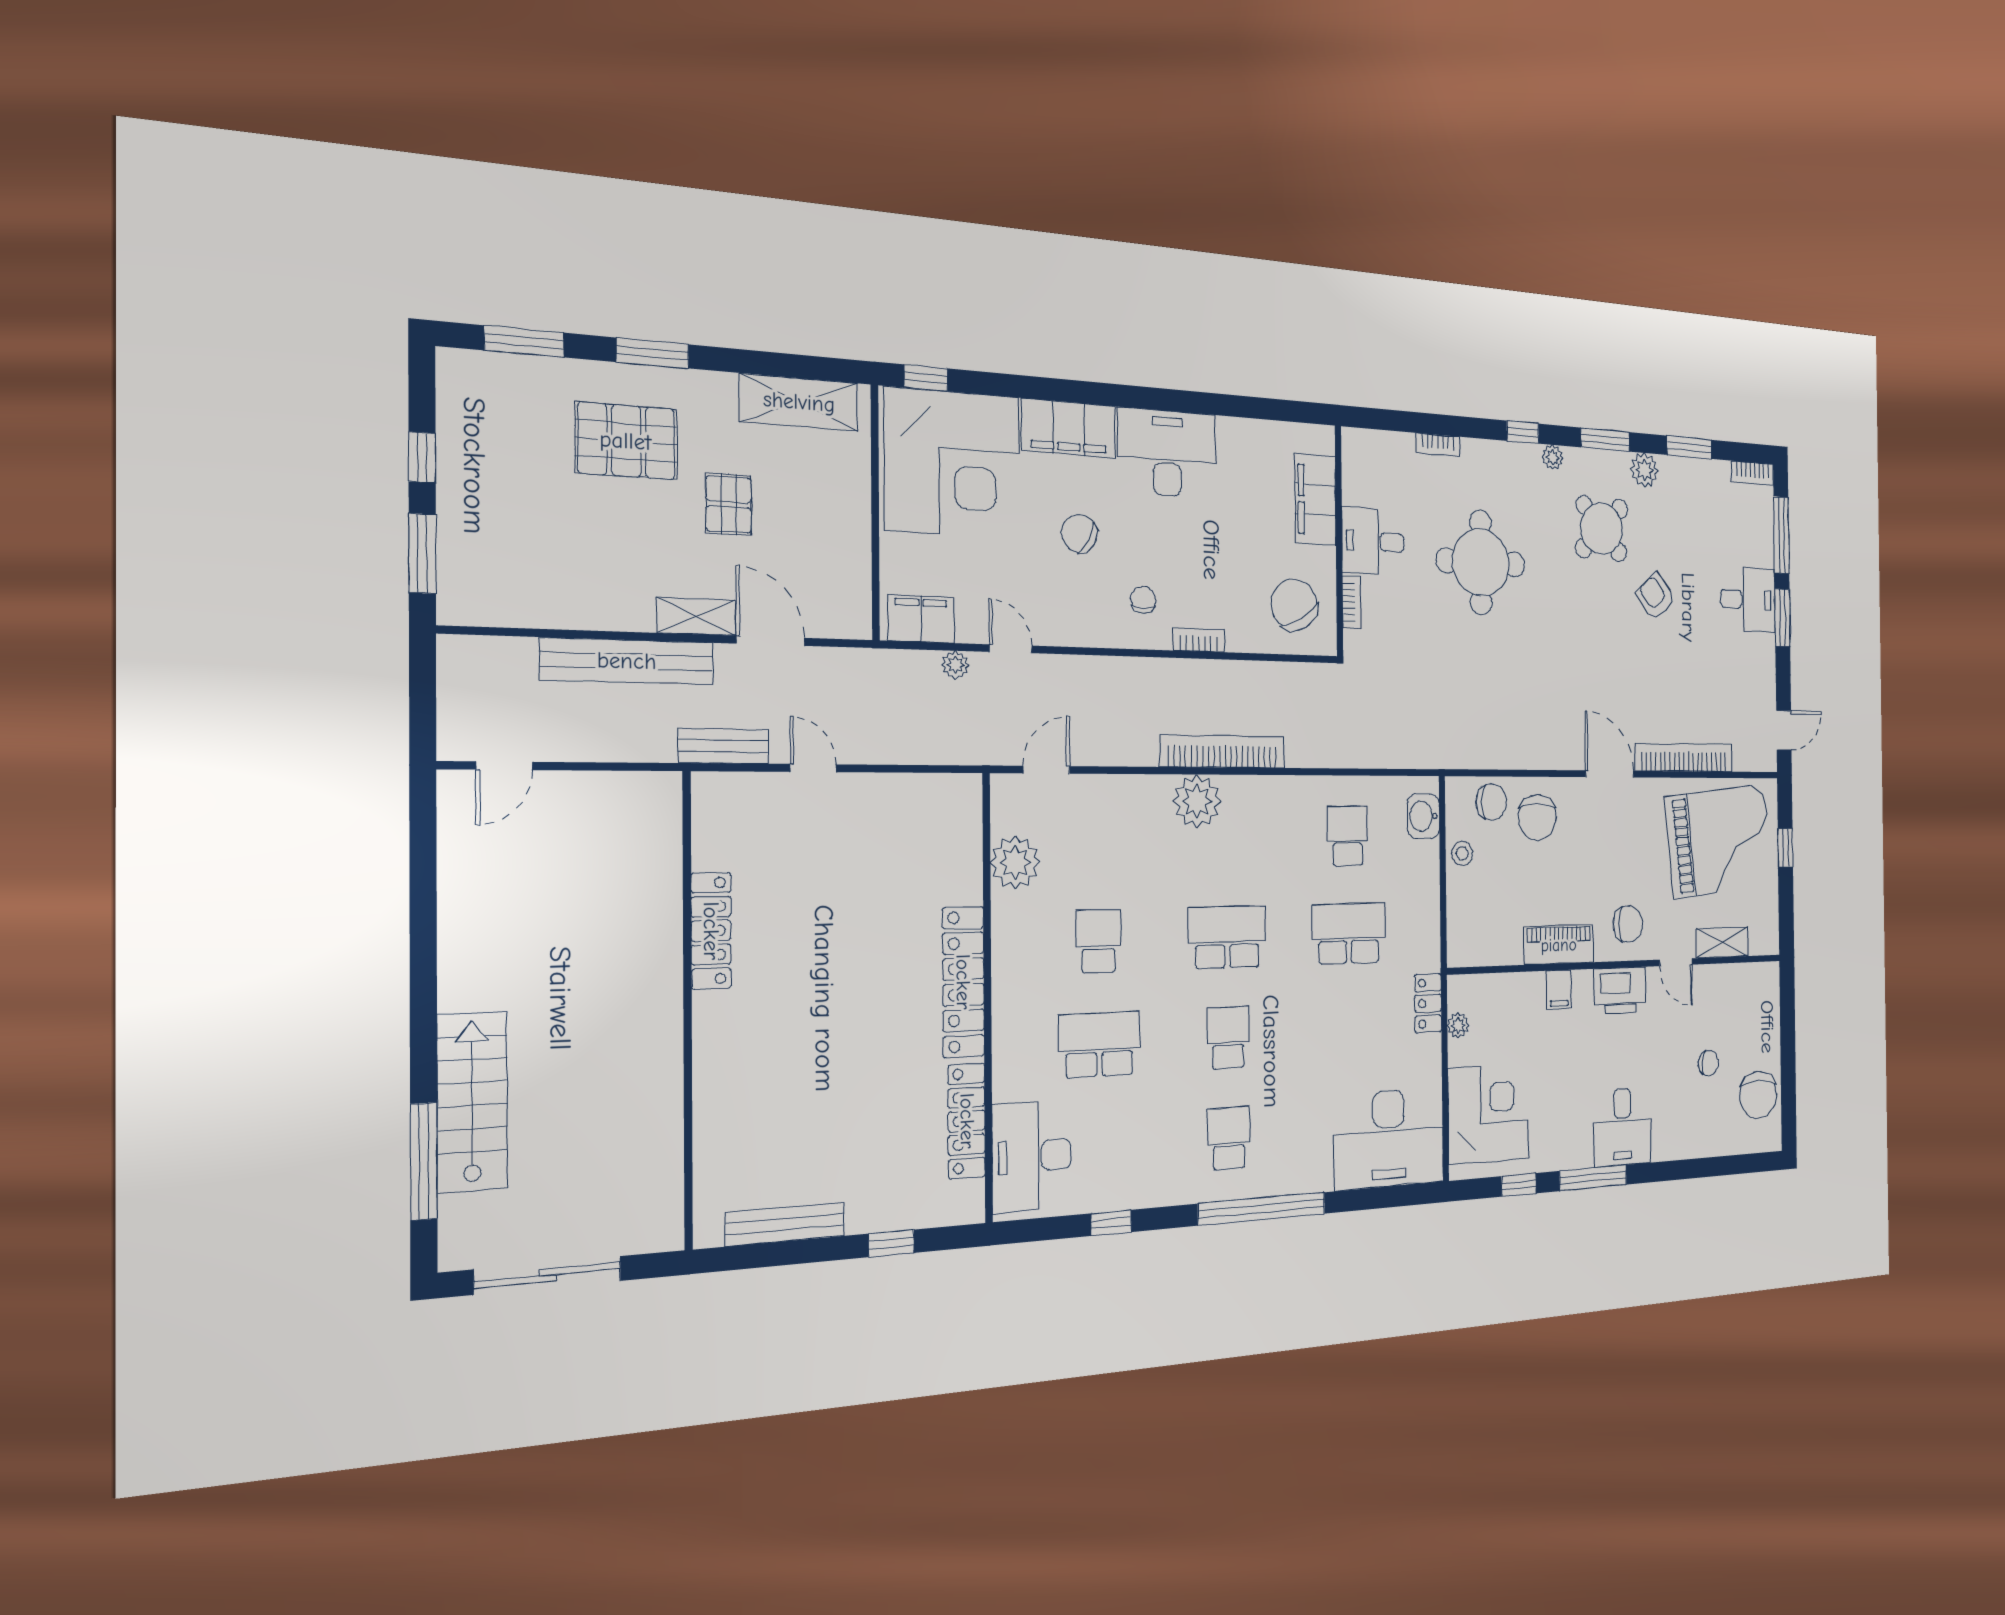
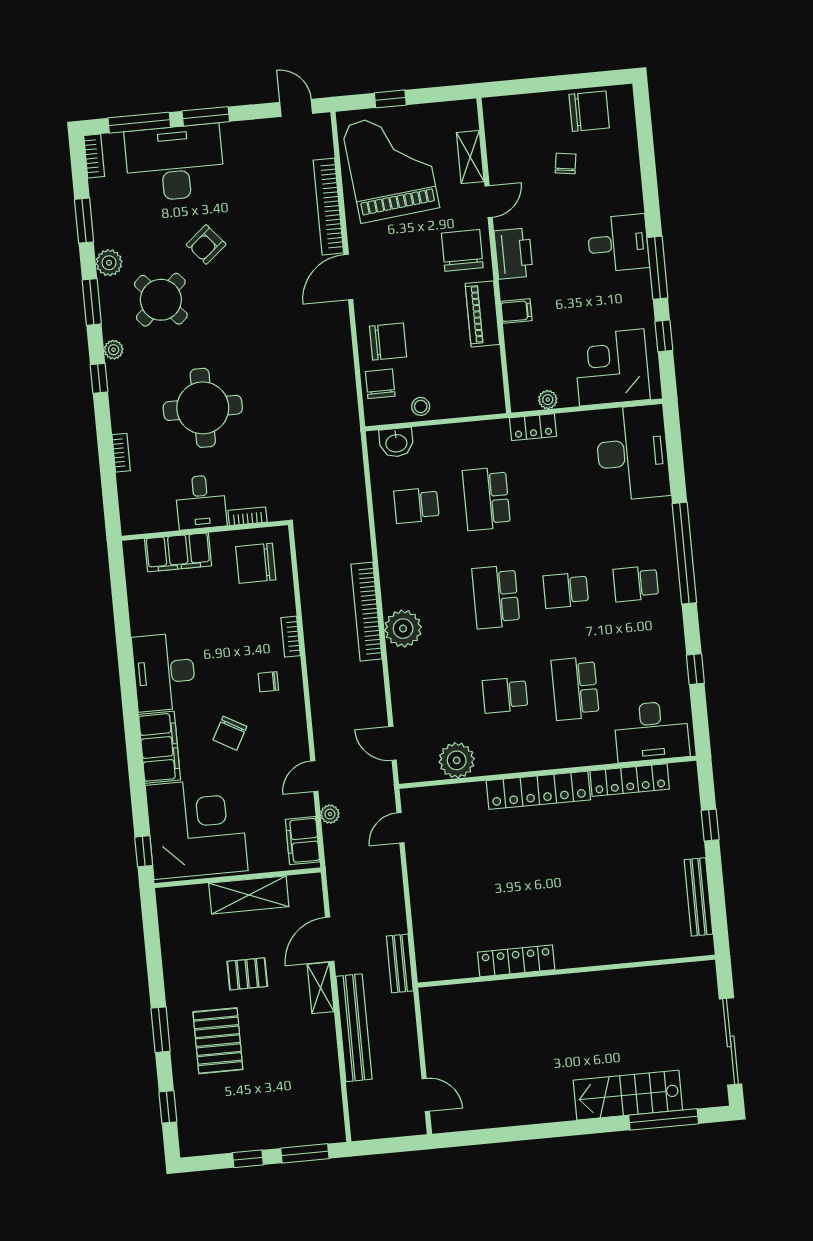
window: (524, 341) -> (168, 1107), width x0.67
shelving: (799, 402) -> (249, 895), moved, turned 90
desk: (1748, 600) -> (175, 163), width x1.87, depth x1.30
chair: (1294, 605) -> (256, 563), turned 30
door: (813, 768) -> (401, 828), moved
chair: (1628, 924) -> (462, 250), width x1.37, depth x1.37

